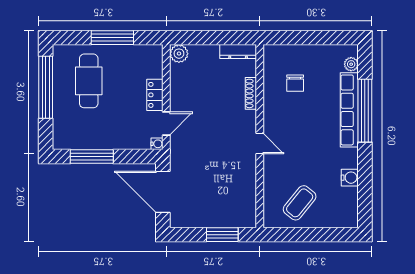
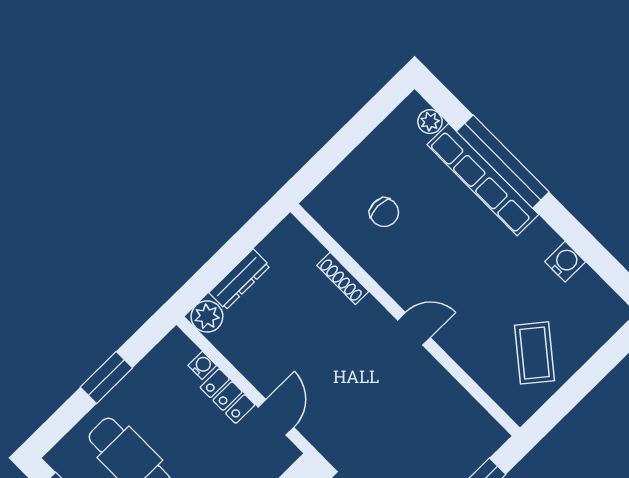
window: (112, 38) -> (106, 377), width x0.69
dresser: (238, 52) -> (240, 279), moved
water cooler: (157, 144) -> (202, 365), moved

